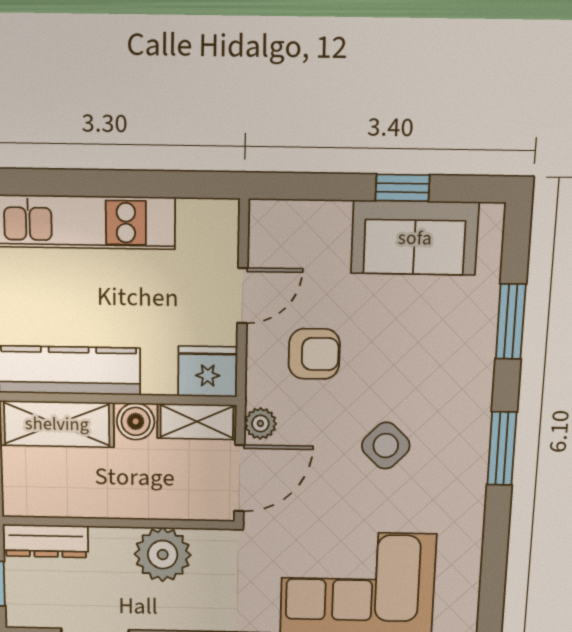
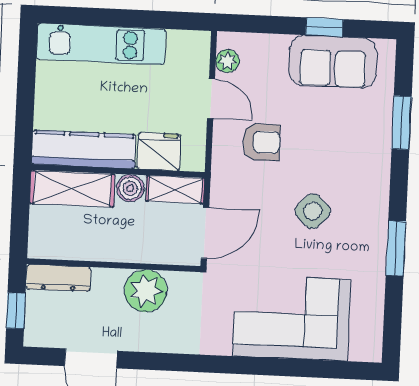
door: (243, 296) -> (211, 99), hinge flipped
fridge: (208, 371) -> (159, 152), moved
plant: (260, 423) -> (227, 61), moved
window: (502, 448) -> (396, 248), moved

